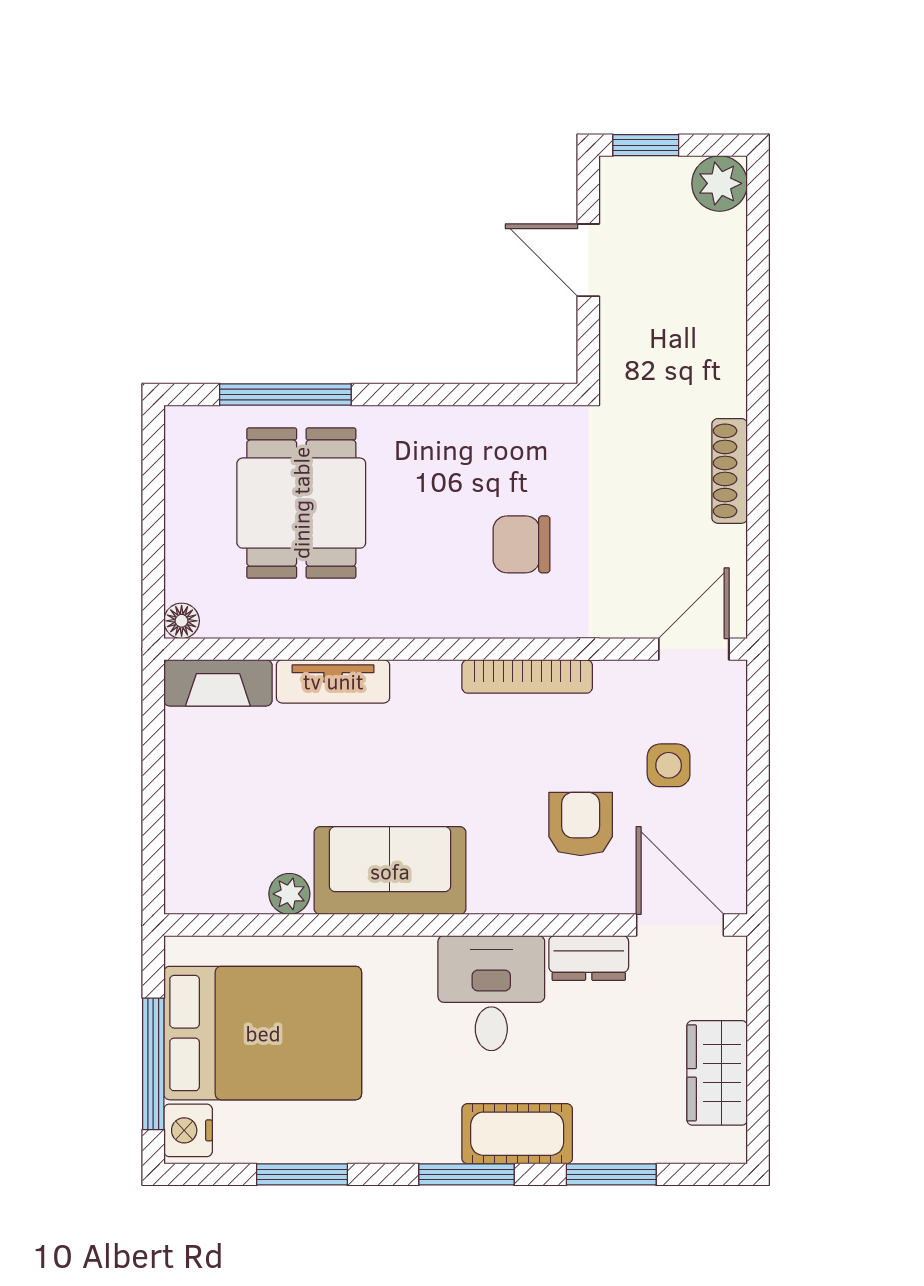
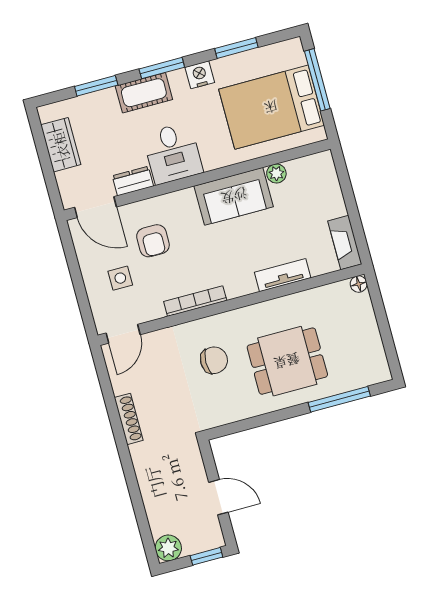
dining table: (301, 503) -> (287, 361), moved, turned 90
fireplace: (218, 683) -> (345, 243), moved, turned -90
nightstand: (188, 1130) -> (200, 75), moved, turned -90

